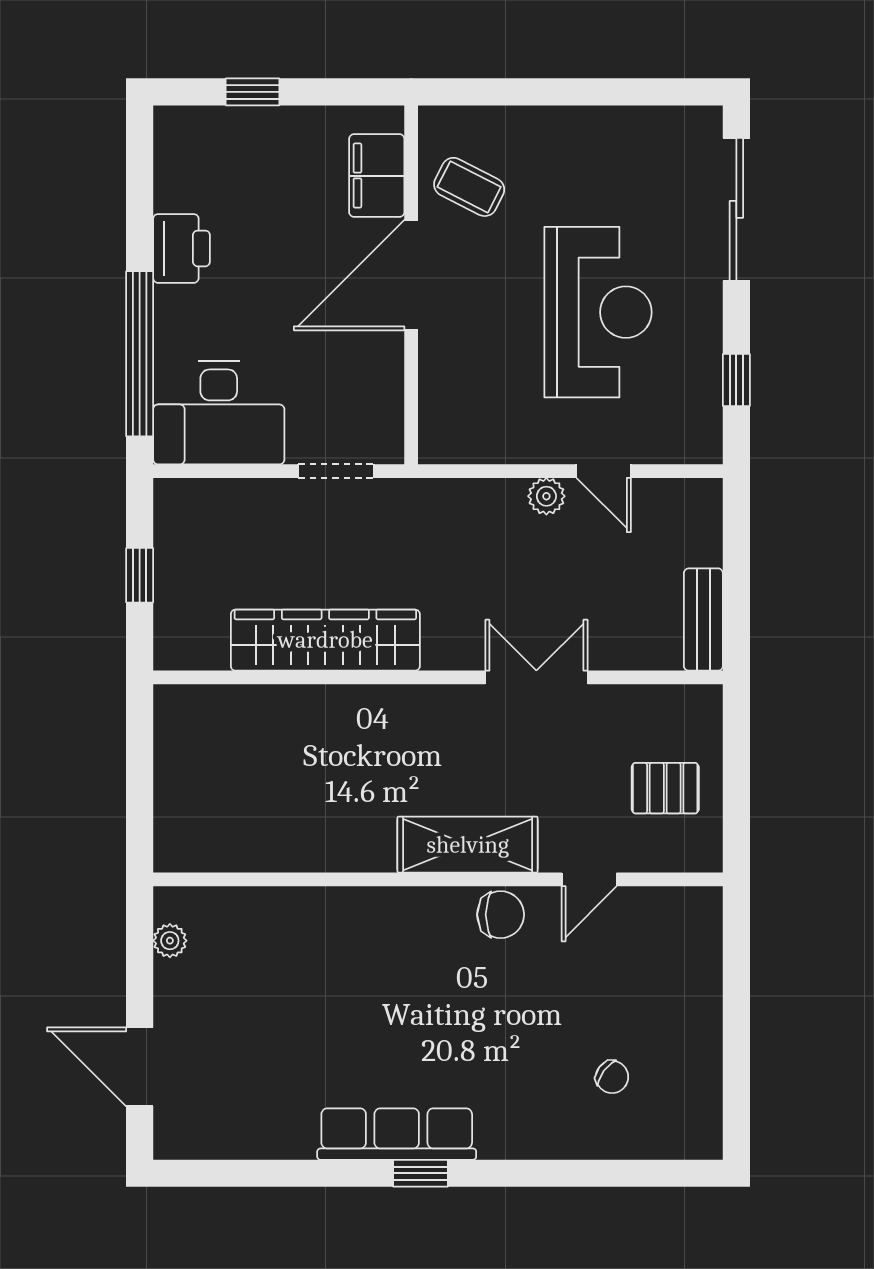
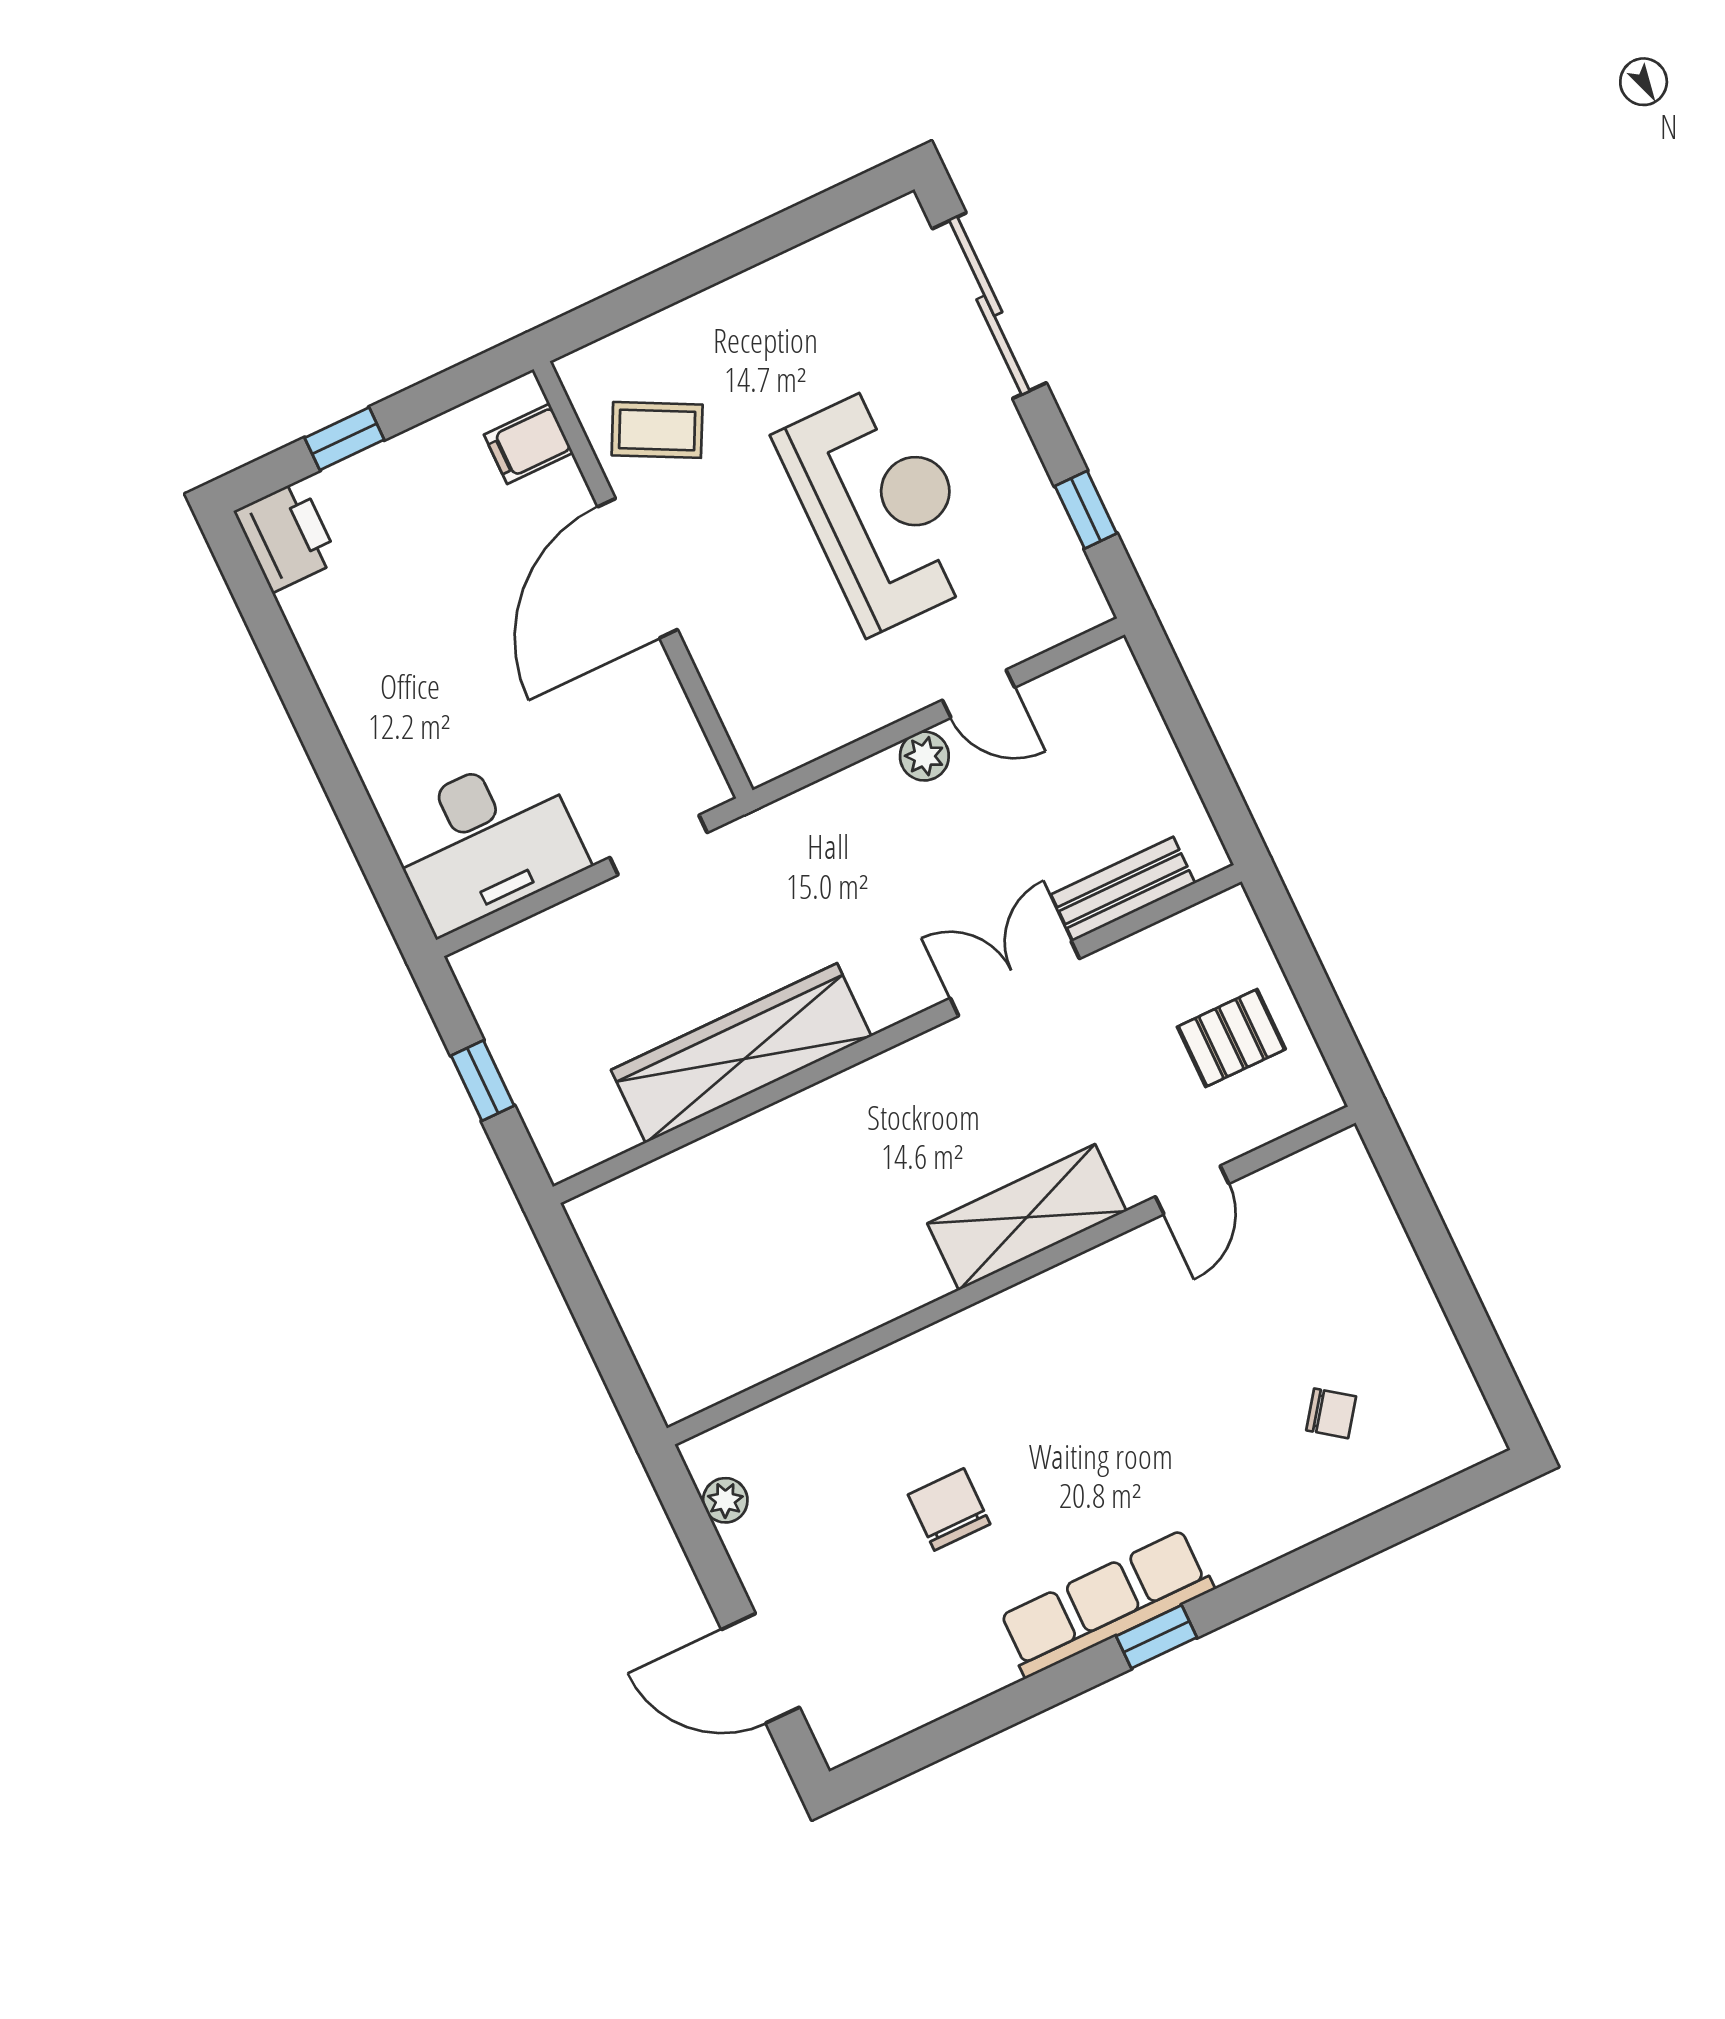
filing cabinet: (377, 176) -> (528, 444), width x0.50
printer: (182, 248) -> (287, 536), moved
window: (140, 354) -> (357, 816), removed
bench: (703, 620) -> (1123, 889), moved, turned 90
chair: (501, 915) -> (949, 1509), moved, turned -90

